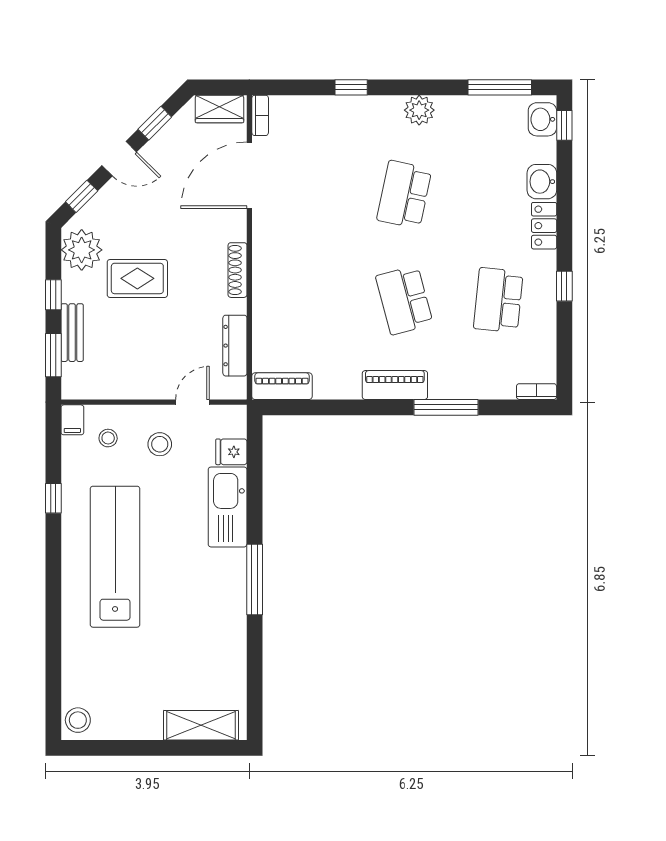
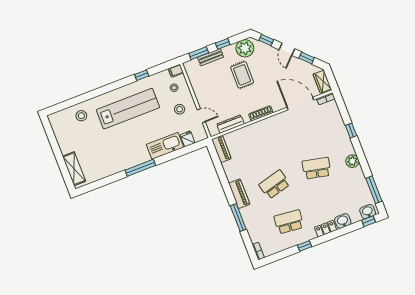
stool: (78, 720) -> (81, 116), moved

